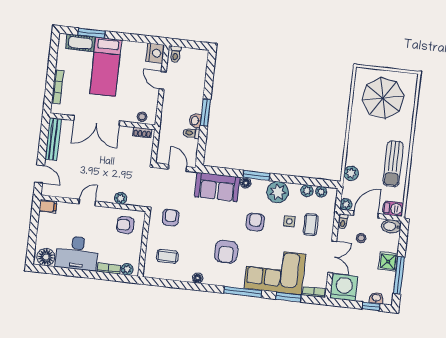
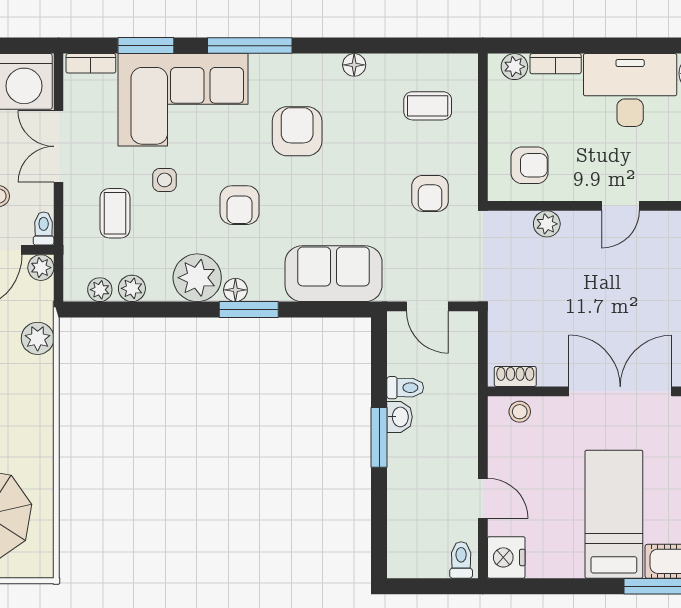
floor lamp: (246, 183) -> (235, 290), moved
side table: (289, 221) -> (165, 180), moved

